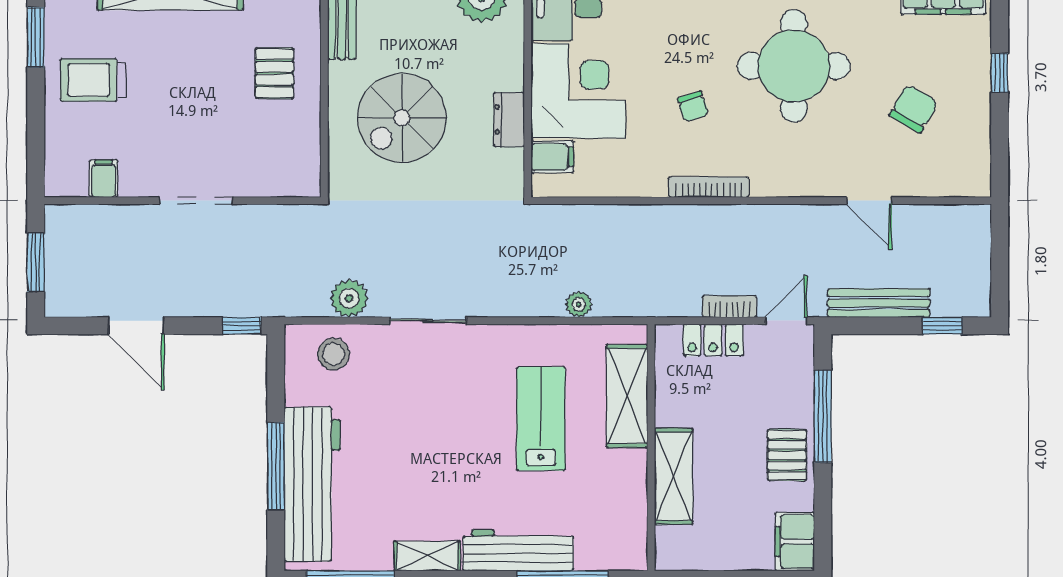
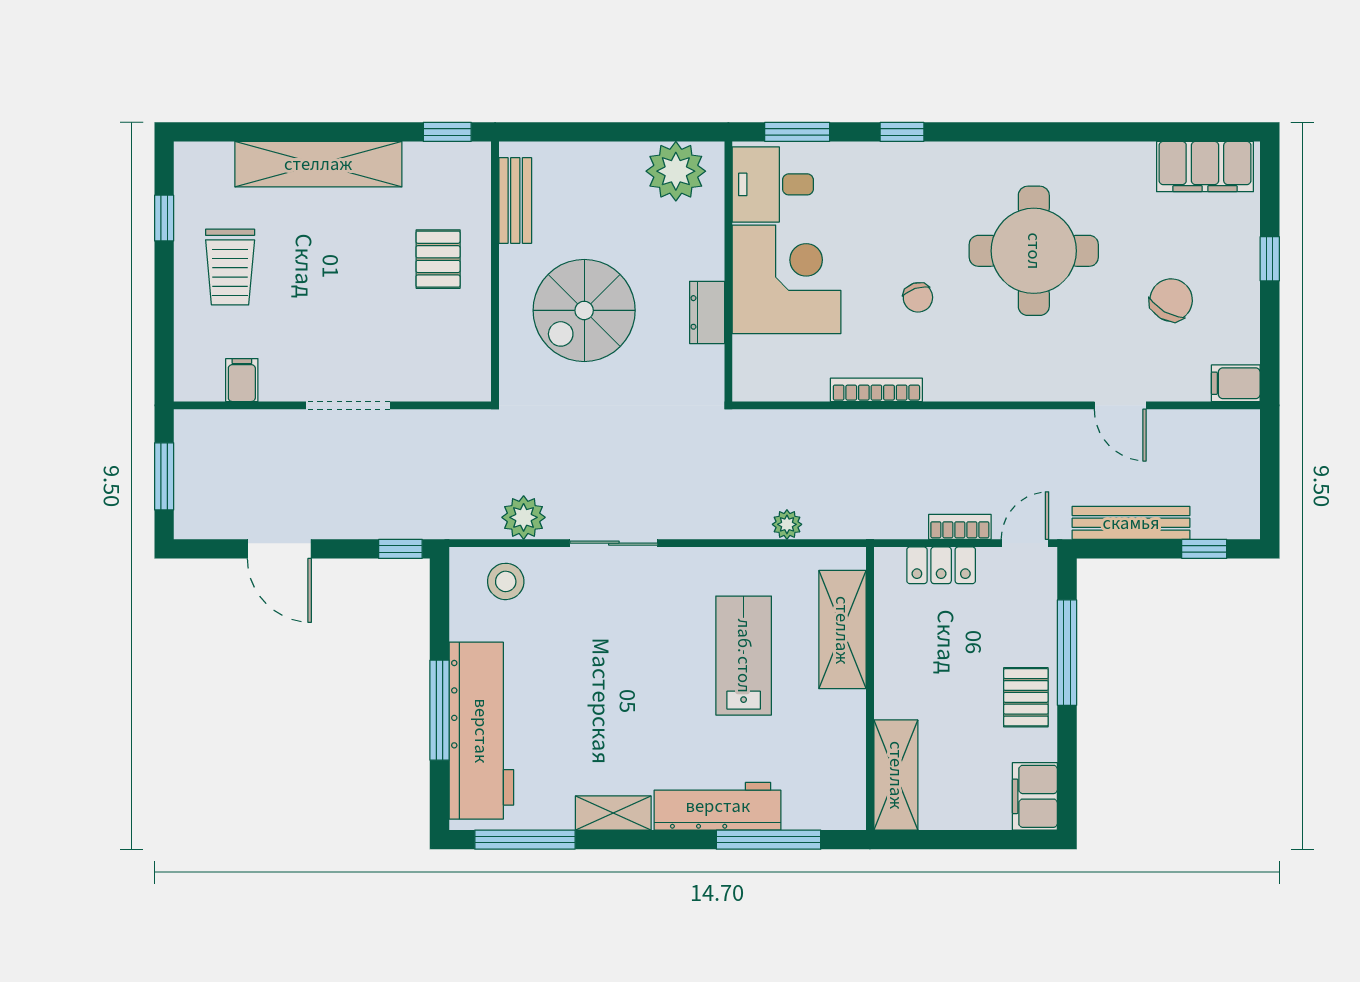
window: (36, 37) -> (164, 218), width x0.67
trolley: (93, 80) -> (230, 267), turned -90
filing cabinet: (552, 157) -> (1236, 383), moved, turned 180
bookcase: (709, 187) -> (876, 390), moved
shelving: (674, 476) -> (896, 775), moved

